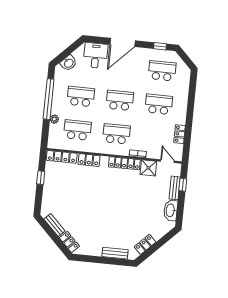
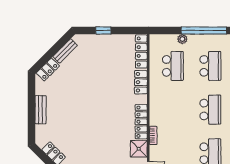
school desk: (116, 134) -> (173, 110), removed
window: (41, 178) -> (103, 30), moved
bench: (115, 253) -> (41, 110), moved

